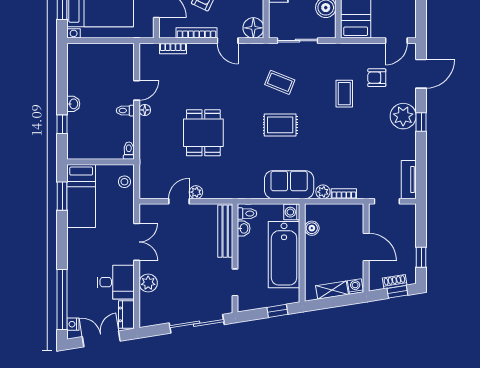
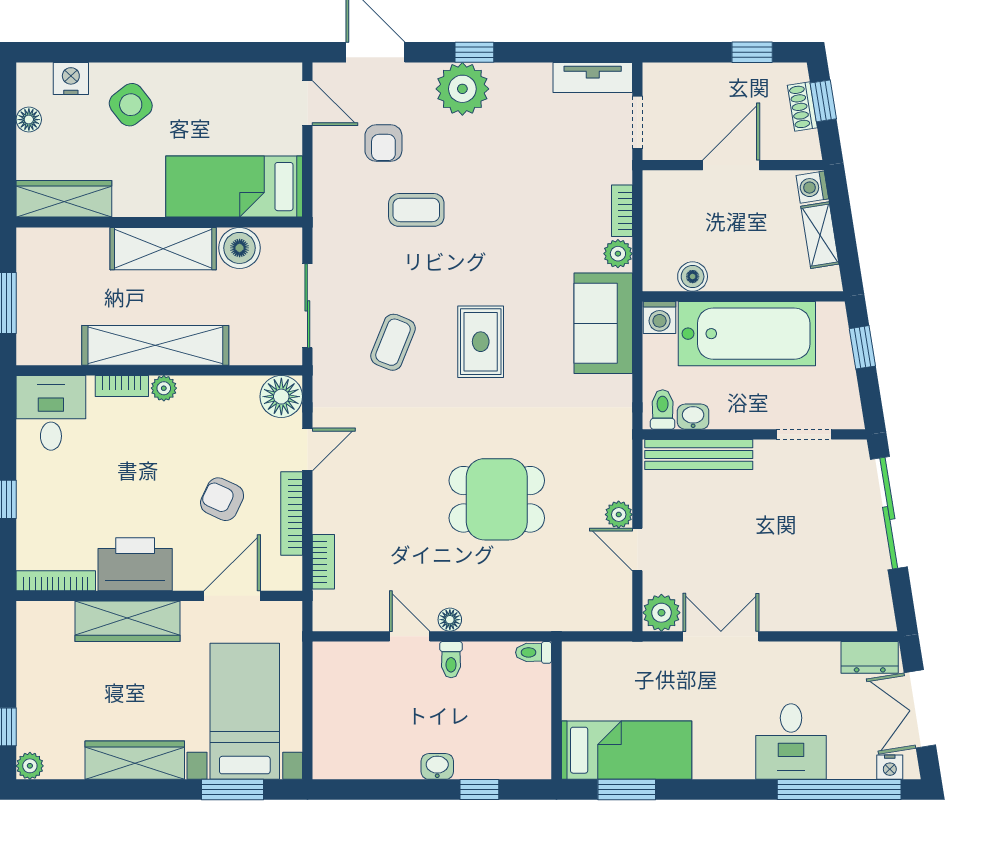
stool: (124, 182) -> (597, 661), removed
desk: (116, 282) -> (791, 742), moved, turned 180
plant: (148, 283) -> (661, 613), moved

